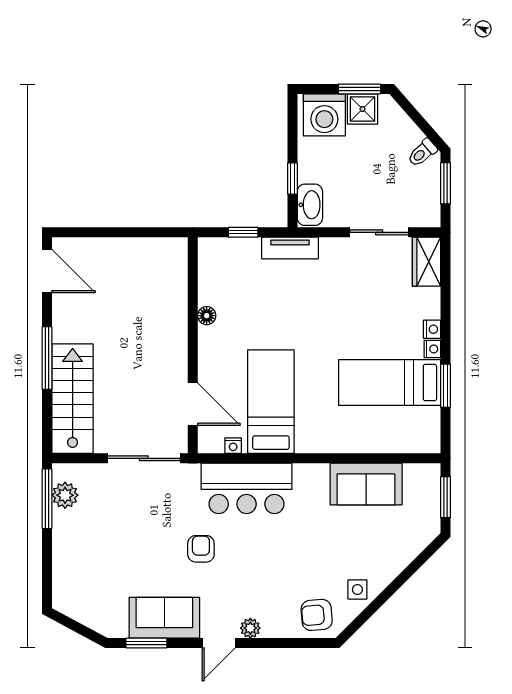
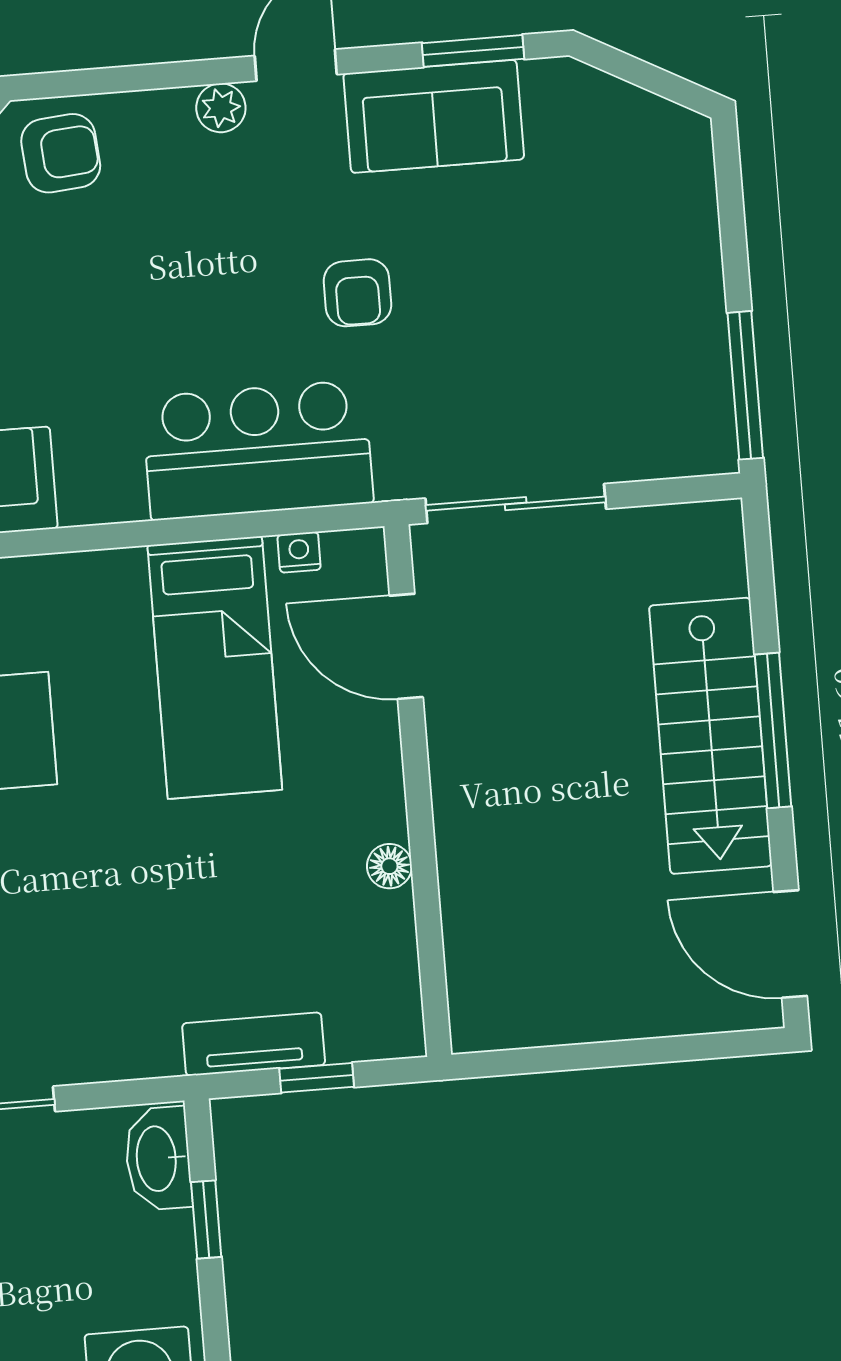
tv unit: (290, 248) -> (254, 1044), moved
stairs: (73, 399) -> (710, 736), moved
plant: (65, 495) -> (702, 397), removed

